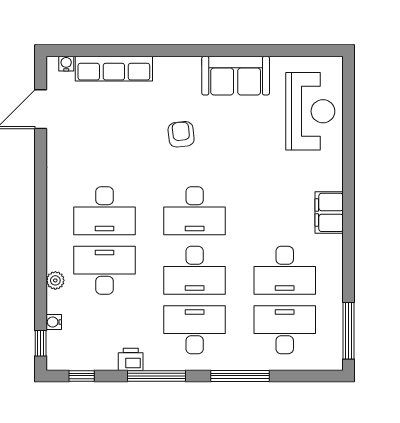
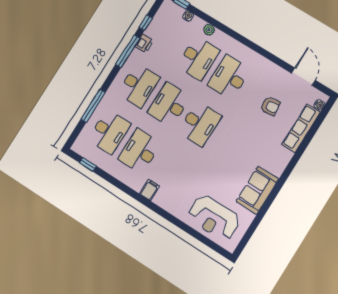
armchair: (181, 134) -> (270, 106), moved
desk: (195, 211) -> (200, 124), turned 180
filing cabinet: (329, 212) -> (149, 190), width x0.50
window: (348, 331) -> (88, 164), width x0.46
window: (82, 376) -> (146, 23), moved
window: (240, 376) -> (93, 106), moved

